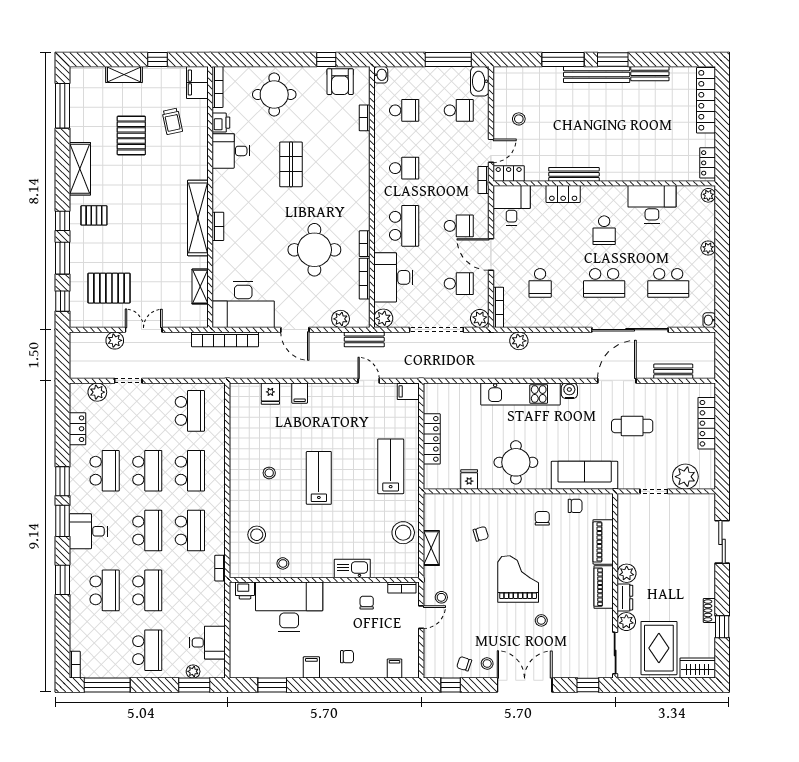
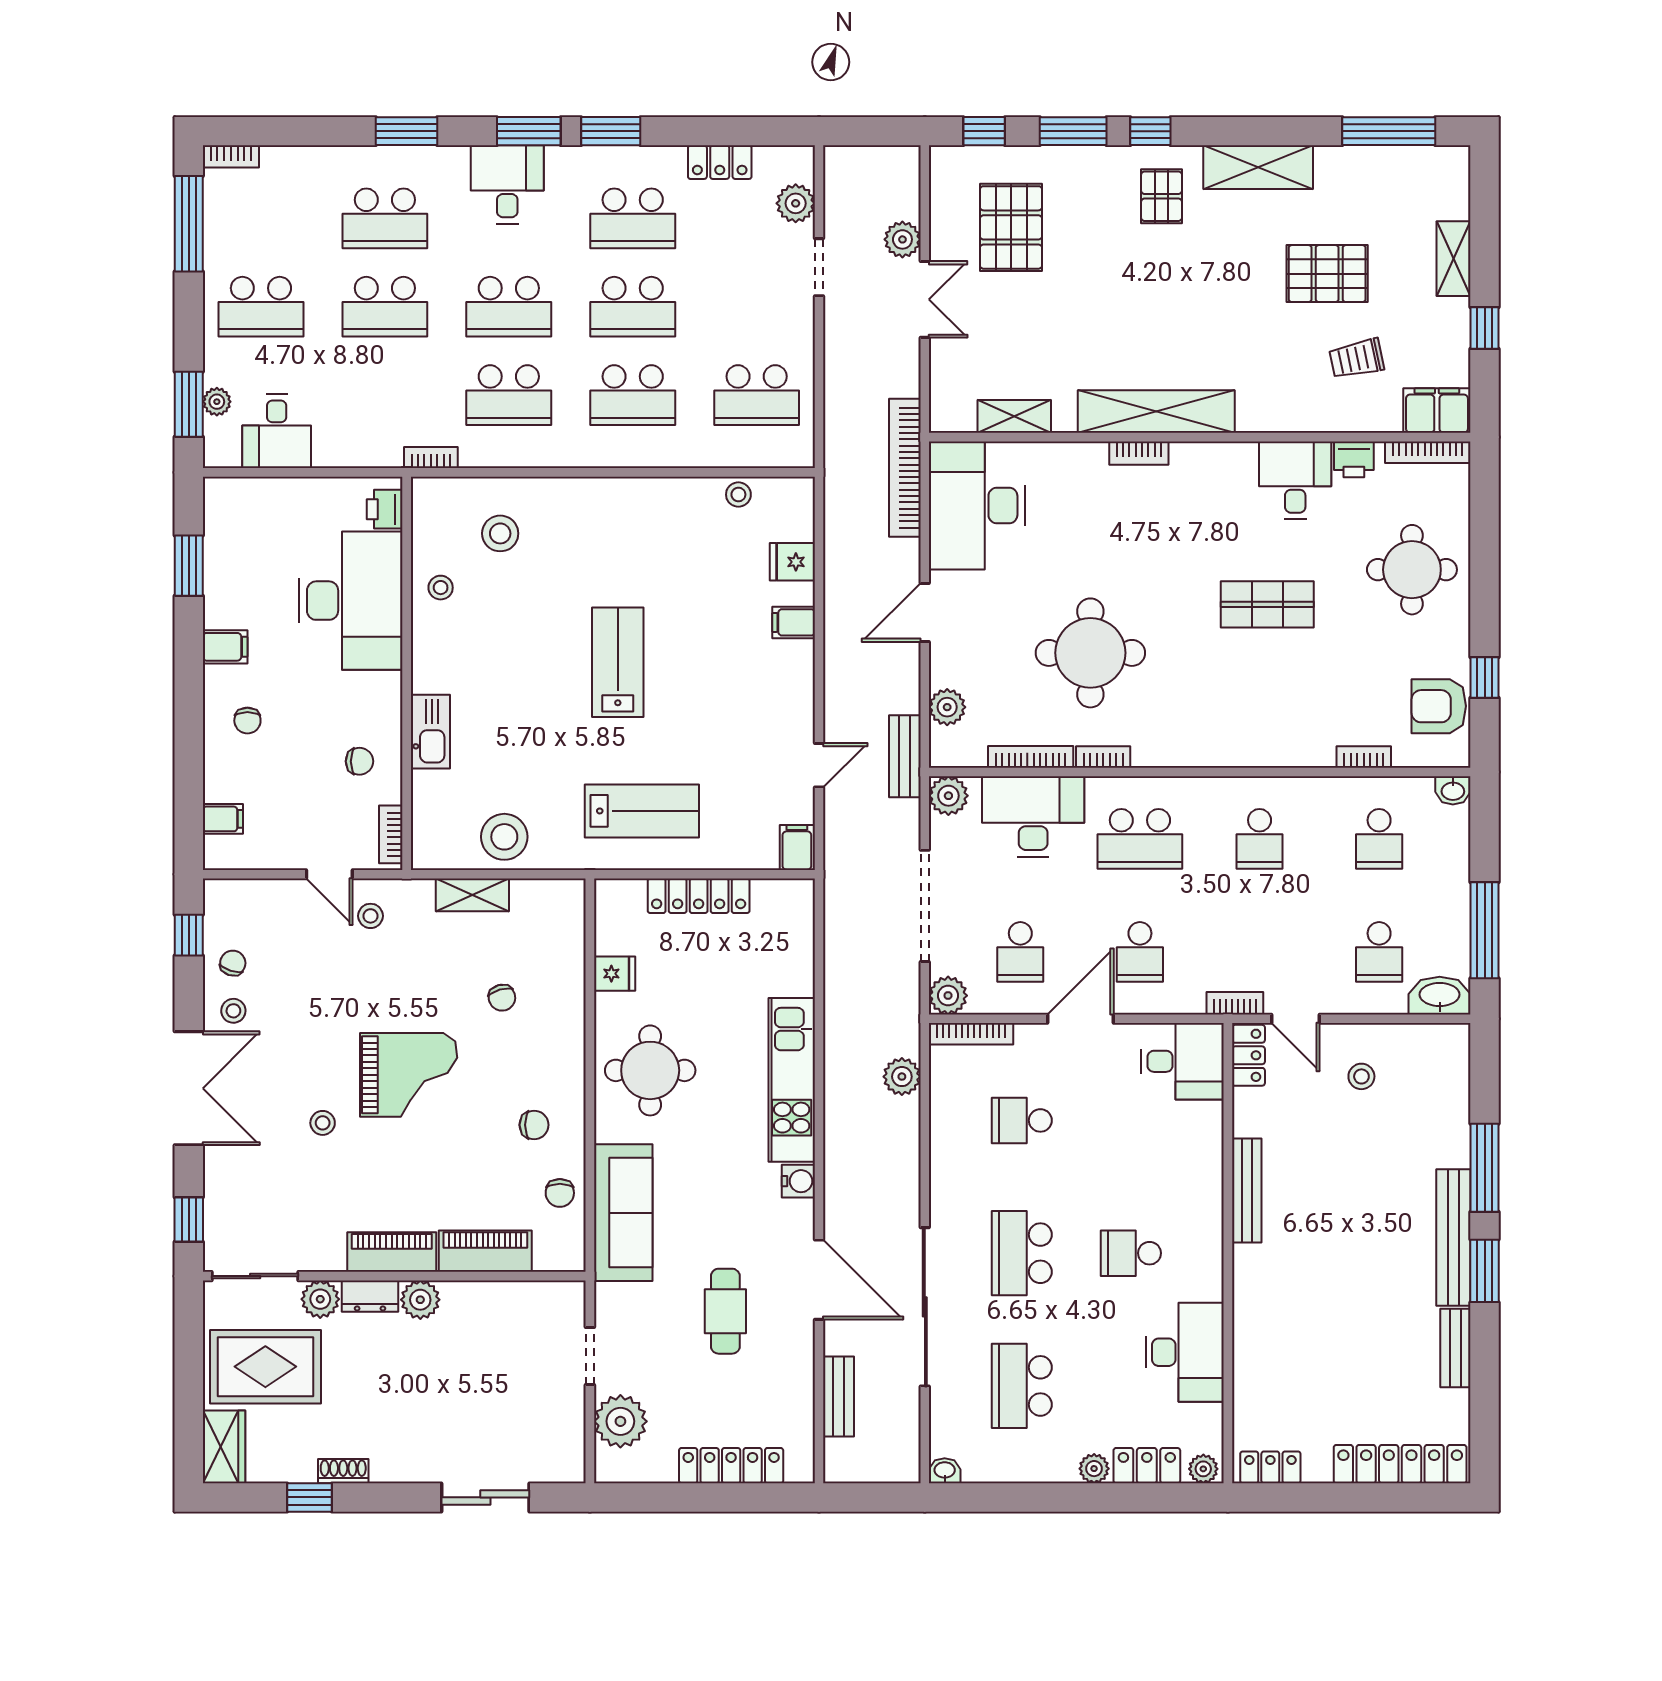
locker: (563, 194) -> (1147, 1466), moved, turned 90
stool: (269, 473) -> (738, 495), moved
lab bench: (319, 478) -> (618, 662), turned -90

